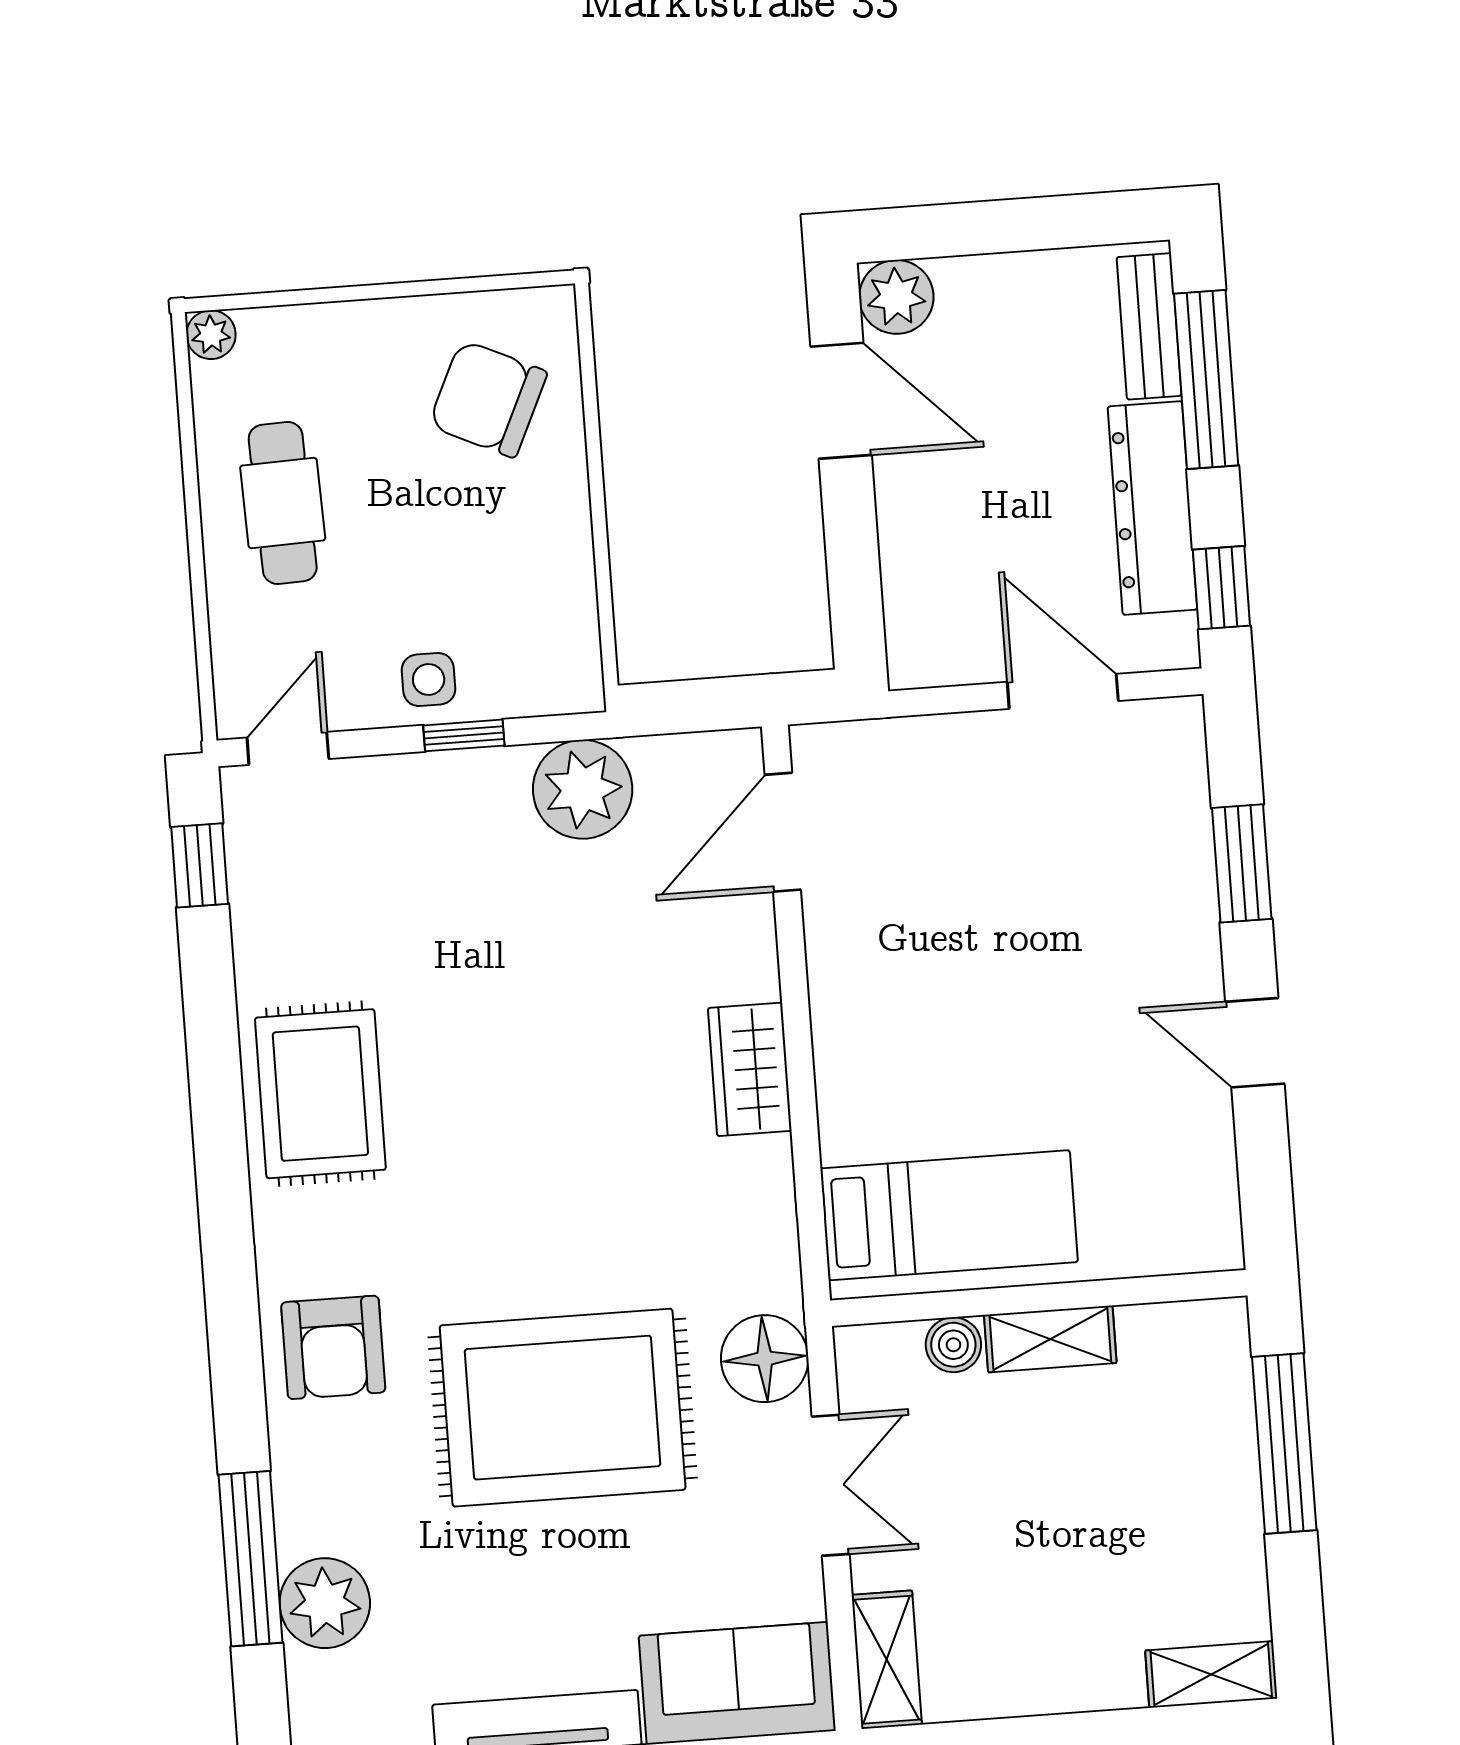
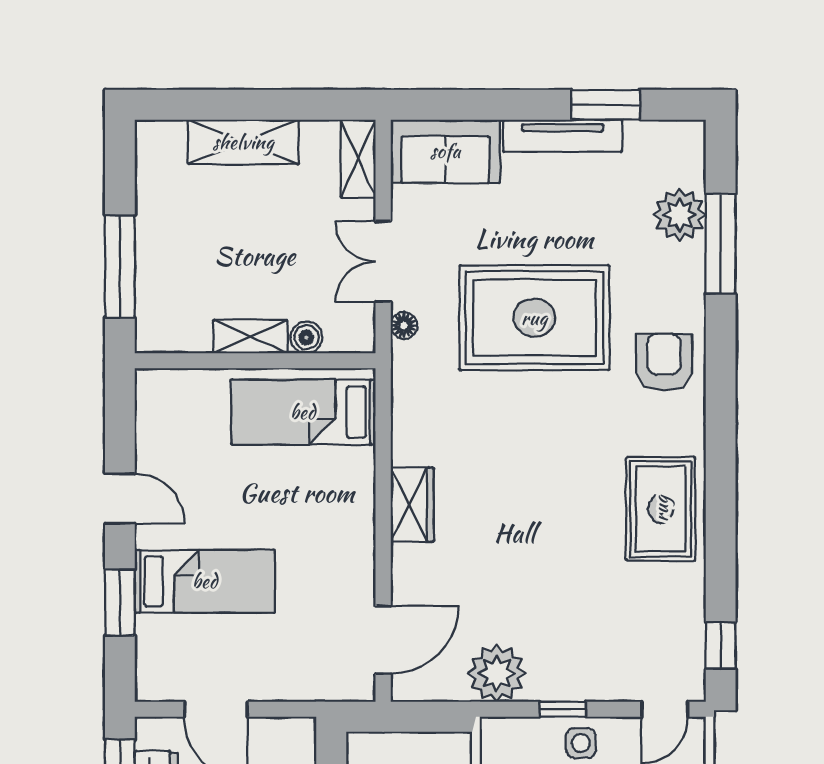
bed: (1098, 911) -> (205, 581), added
floor lamp: (765, 1359) -> (404, 325), width x0.53, depth x0.53
shelving: (1211, 1674) -> (243, 142), moved, width x1.50, depth x1.33

